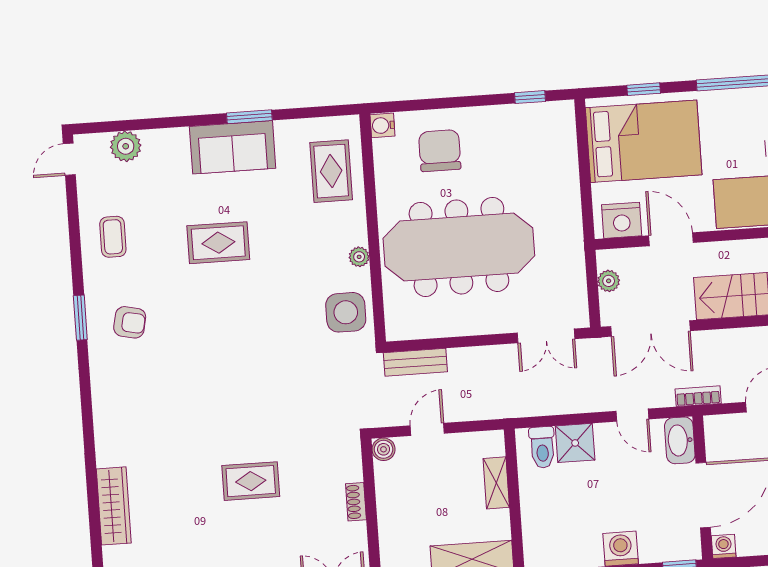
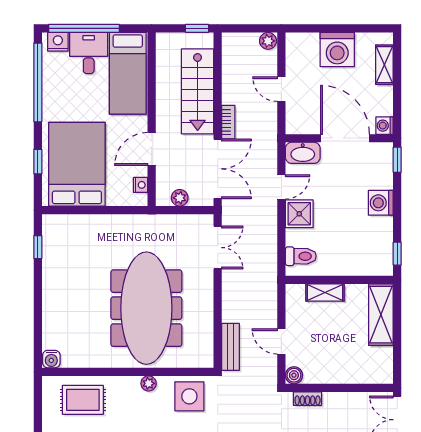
chair: (440, 151) -> (73, 317), removed
nightstand: (622, 220) -> (141, 185), width x0.53, depth x0.56
bookcase: (698, 396) -> (228, 122), moved, turned 180
shower: (575, 443) -> (299, 214), moved
shoe rack: (356, 502) -> (308, 399), moved

